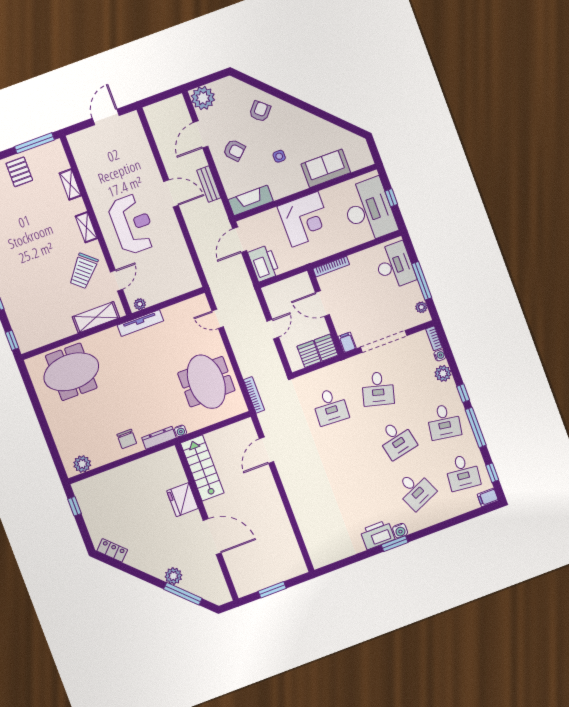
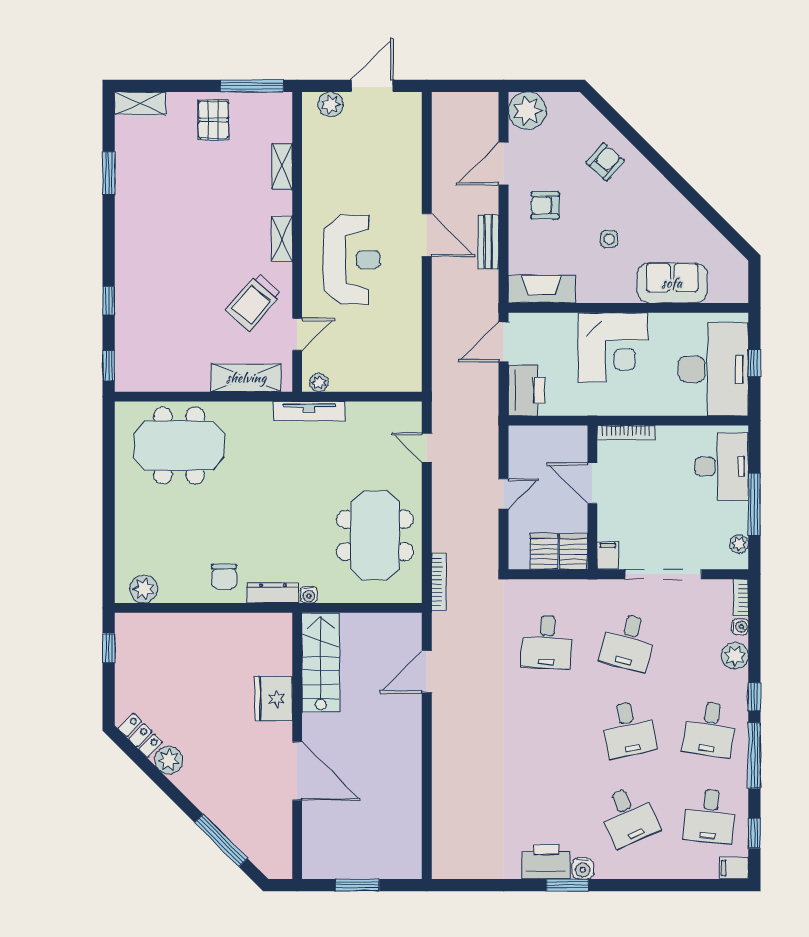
plant: (85, 137) -> (331, 104), added
armchair: (234, 150) -> (545, 205), turned 133
plant: (173, 576) -> (169, 760), moved

